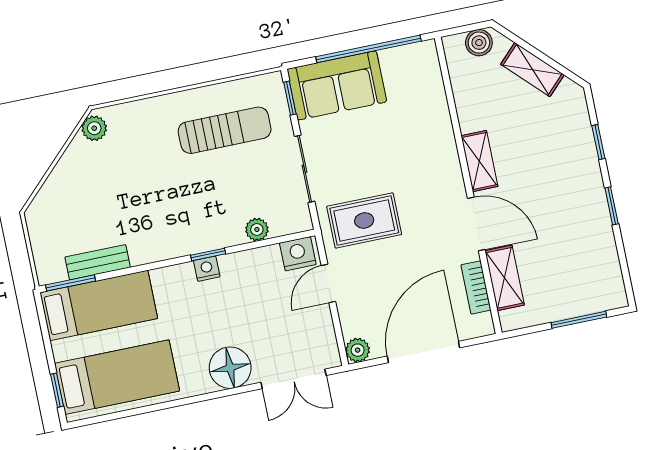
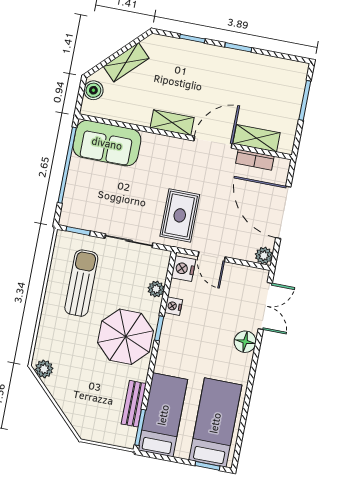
sofa: (337, 85) -> (107, 143), moved, turned 90
parasol: (179, 216) -> (125, 337), added
nightstand: (207, 269) -> (173, 306), moved
floor lamp: (230, 368) -> (245, 342), width x0.73, depth x0.73

